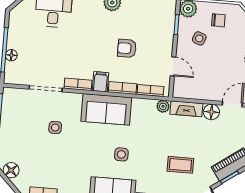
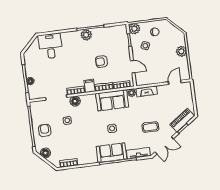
sofa: (106, 109) -> (112, 100), moved
floor lamp: (211, 112) -> (75, 101), moved
armchair: (17, 136) -> (45, 130), added

